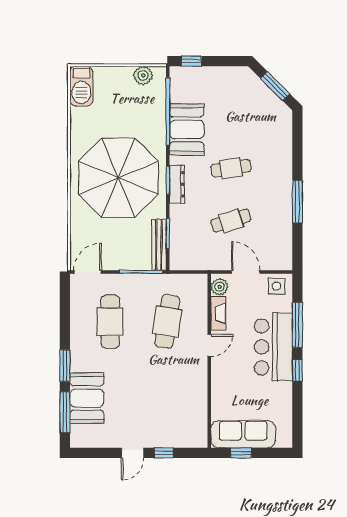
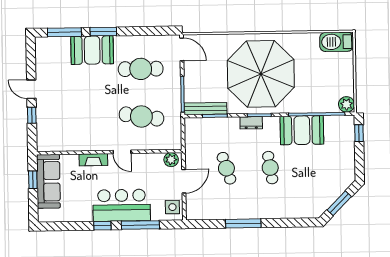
plant: (143, 75) -> (347, 104), moved
dresser: (177, 184) -> (251, 123), width x0.70
fireplace: (218, 314) -> (93, 160), moved
booth: (87, 398) -> (92, 50), moved

